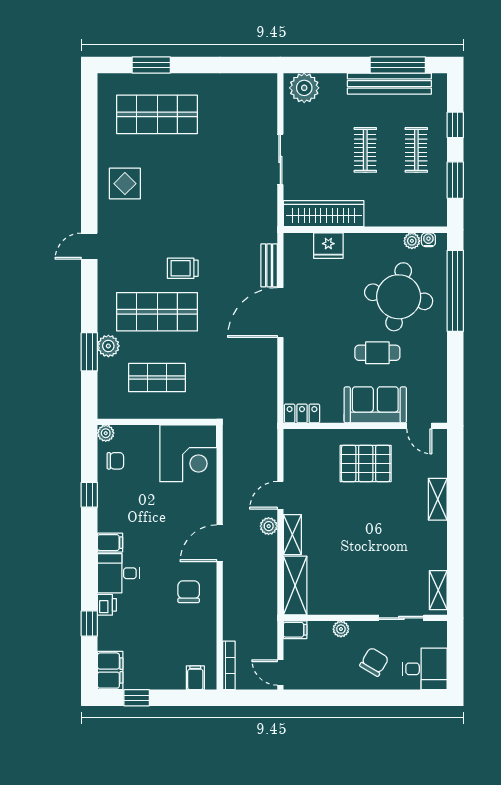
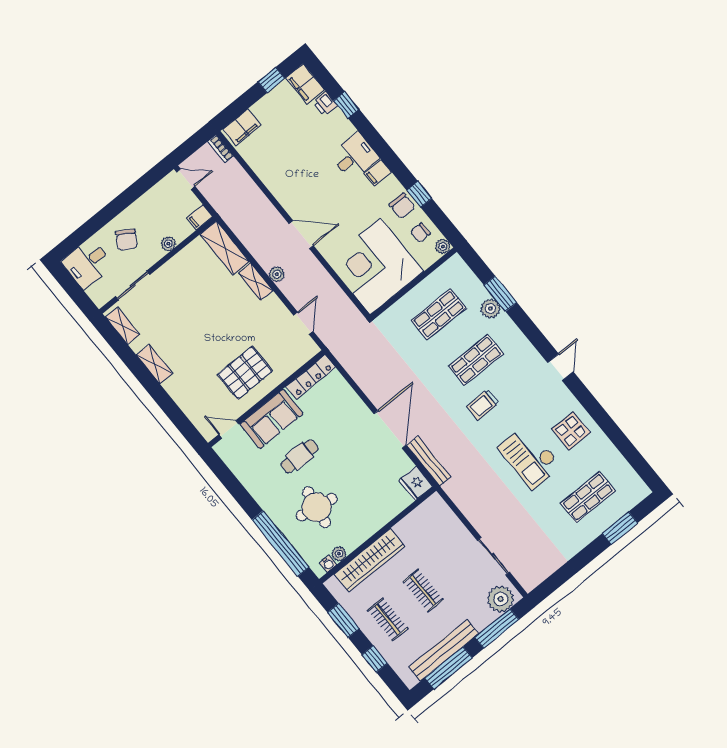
window: (328, 65) -> (497, 628), added
shop shelf: (157, 114) -> (588, 497), width x0.70, depth x0.74
sliding door: (280, 159) -> (494, 556), moved
checkout: (179, 190) -> (530, 457), added
wardrobe: (324, 214) -> (370, 560), moved
fridge: (328, 246) -> (416, 483), moved, turned -90
bench: (269, 265) -> (429, 461), width x1.36
trolley: (183, 268) -> (483, 405), turned 180
round table: (399, 297) -> (317, 507), width x0.73, depth x0.73
shop shelf: (157, 312) -> (476, 360), width x0.70, depth x0.74
locker: (302, 413) -> (311, 377), width x1.53
corner desk: (188, 453) -> (375, 266), width x1.36, depth x1.36
door: (280, 495) -> (303, 323), moved
shelving: (438, 499) -> (155, 364), moved
door: (220, 543) -> (301, 235), hinge flipped
chair: (189, 592) -> (402, 206), moved
printer: (107, 605) -> (325, 104), moved
bookcase: (229, 665) -> (221, 149), width x0.64
filing cabinet: (195, 678) -> (242, 127), width x2.00

